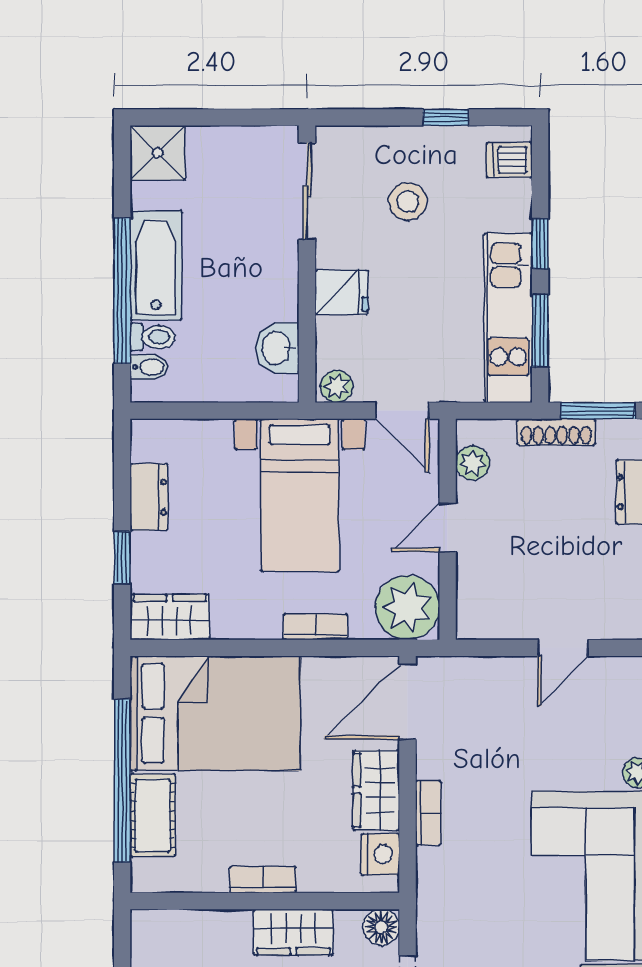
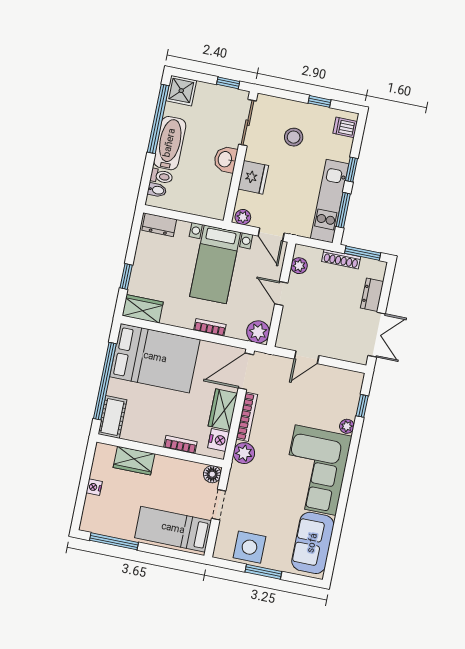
window: (251, 117) -> (228, 83), added
window: (122, 291) -> (158, 119), moved
fridge: (342, 292) -> (253, 177), width x1.38
washbasin: (277, 348) -> (225, 159), moved
dresser: (149, 497) -> (159, 225), moved, turned 90
door: (448, 528) -> (281, 294), hinge flipped
plant: (407, 608) -> (258, 332), width x0.73, depth x0.73
door: (563, 648) -> (307, 357), moved
bookcase: (428, 813) -> (247, 417), width x1.56
cot: (153, 815) -> (112, 417), moved
plant: (438, 871) -> (244, 453), added
bookcase: (263, 880) -> (180, 445), moved
wardrobe: (293, 932) -> (134, 461), moved

